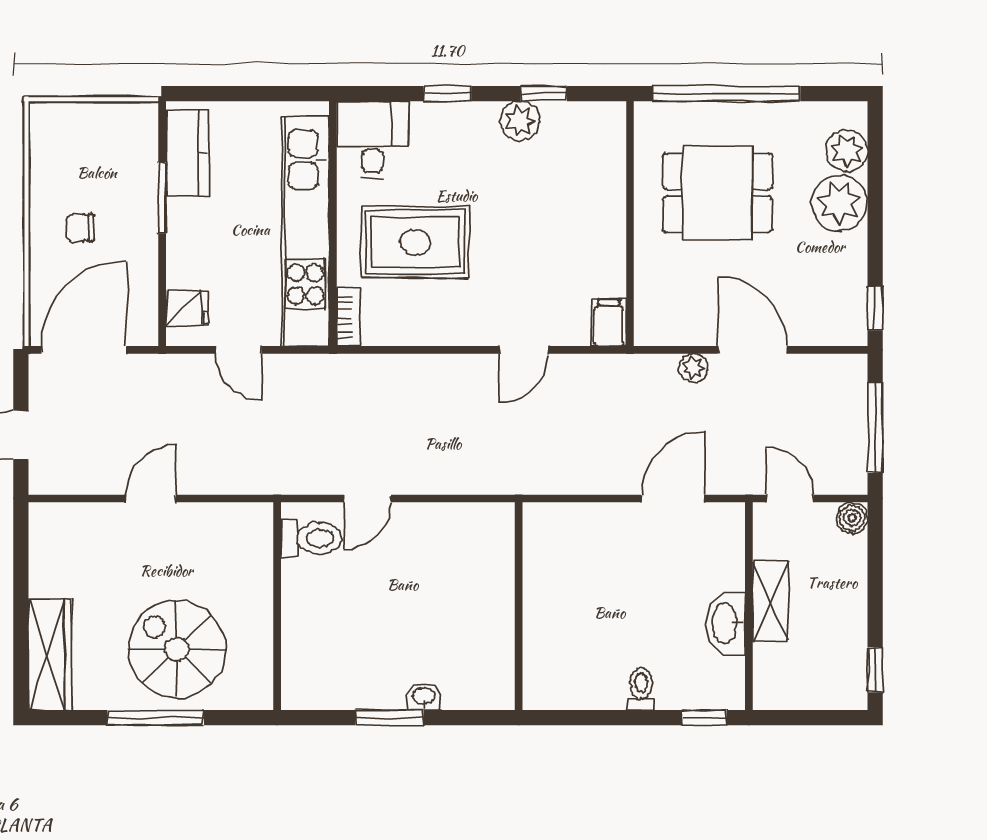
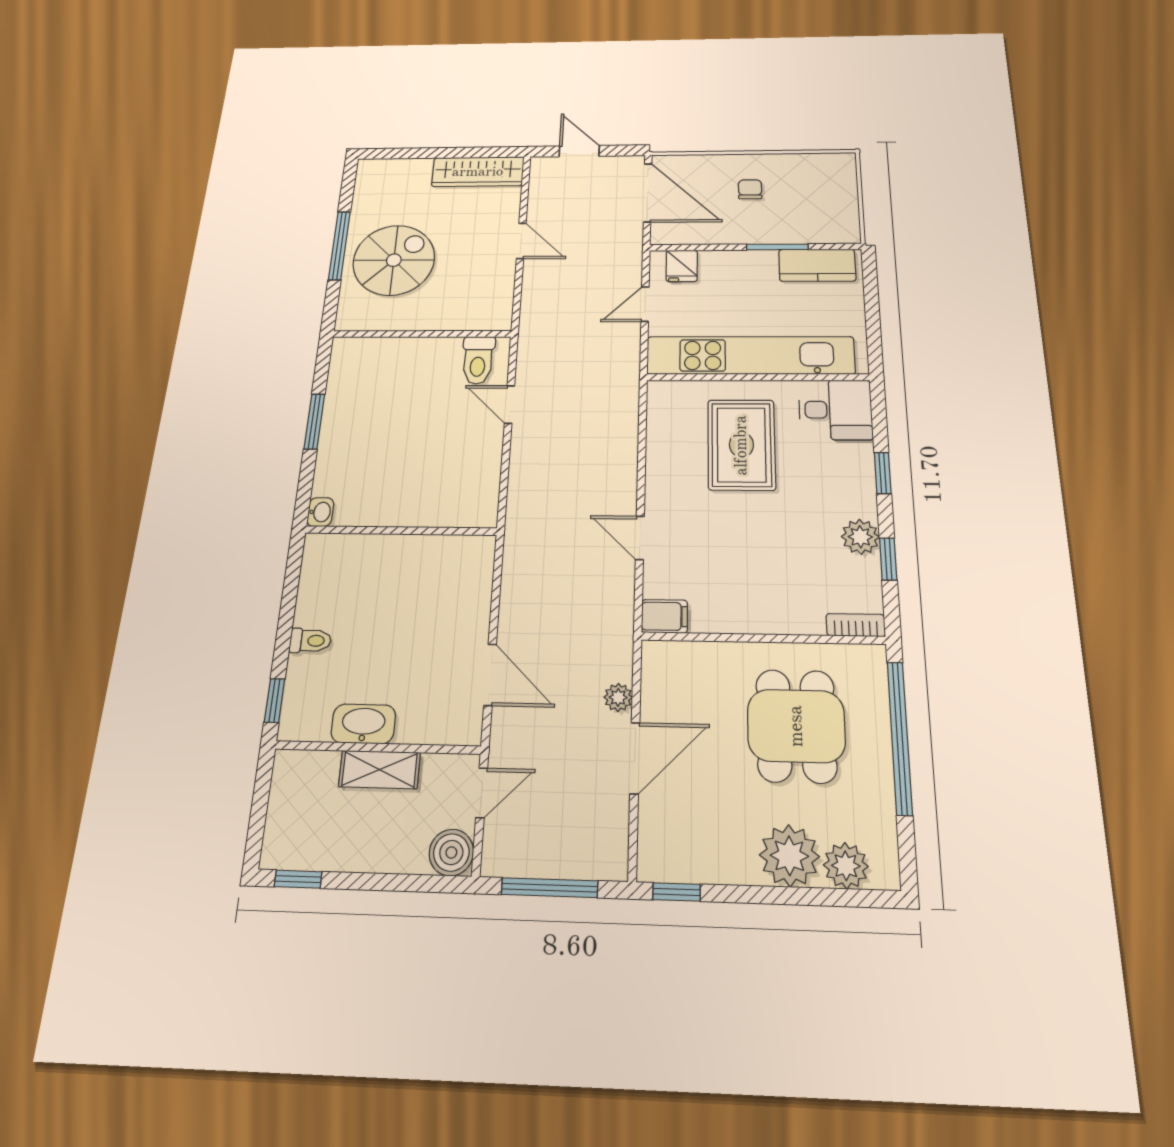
bookcase: (348, 317) -> (856, 625), moved, turned 180
boiler: (852, 518) -> (451, 853), width x1.36, depth x1.36
wardrobe: (50, 654) -> (478, 172), moved
washbasin: (424, 697) -> (320, 512), moved

